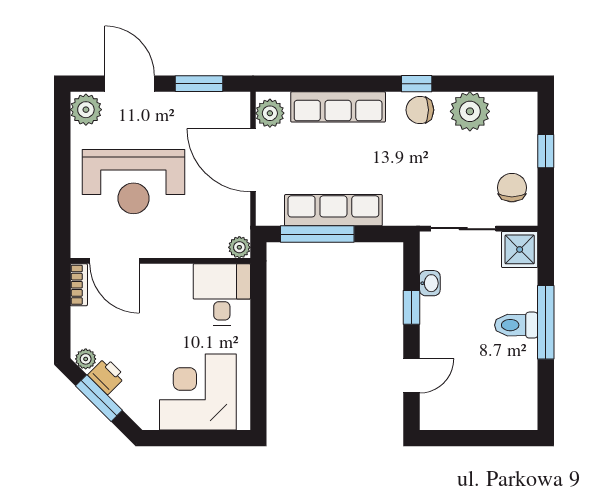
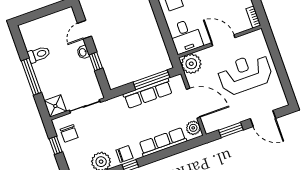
plant: (86, 110) -> (279, 99), removed
window: (546, 151) -> (56, 145), moved
plant: (239, 247) -> (191, 64), width x1.87, depth x1.87
door: (114, 261) -> (223, 40), moved
washbasin: (430, 283) -> (83, 52), moved
toilet: (516, 325) -> (39, 54), moved

